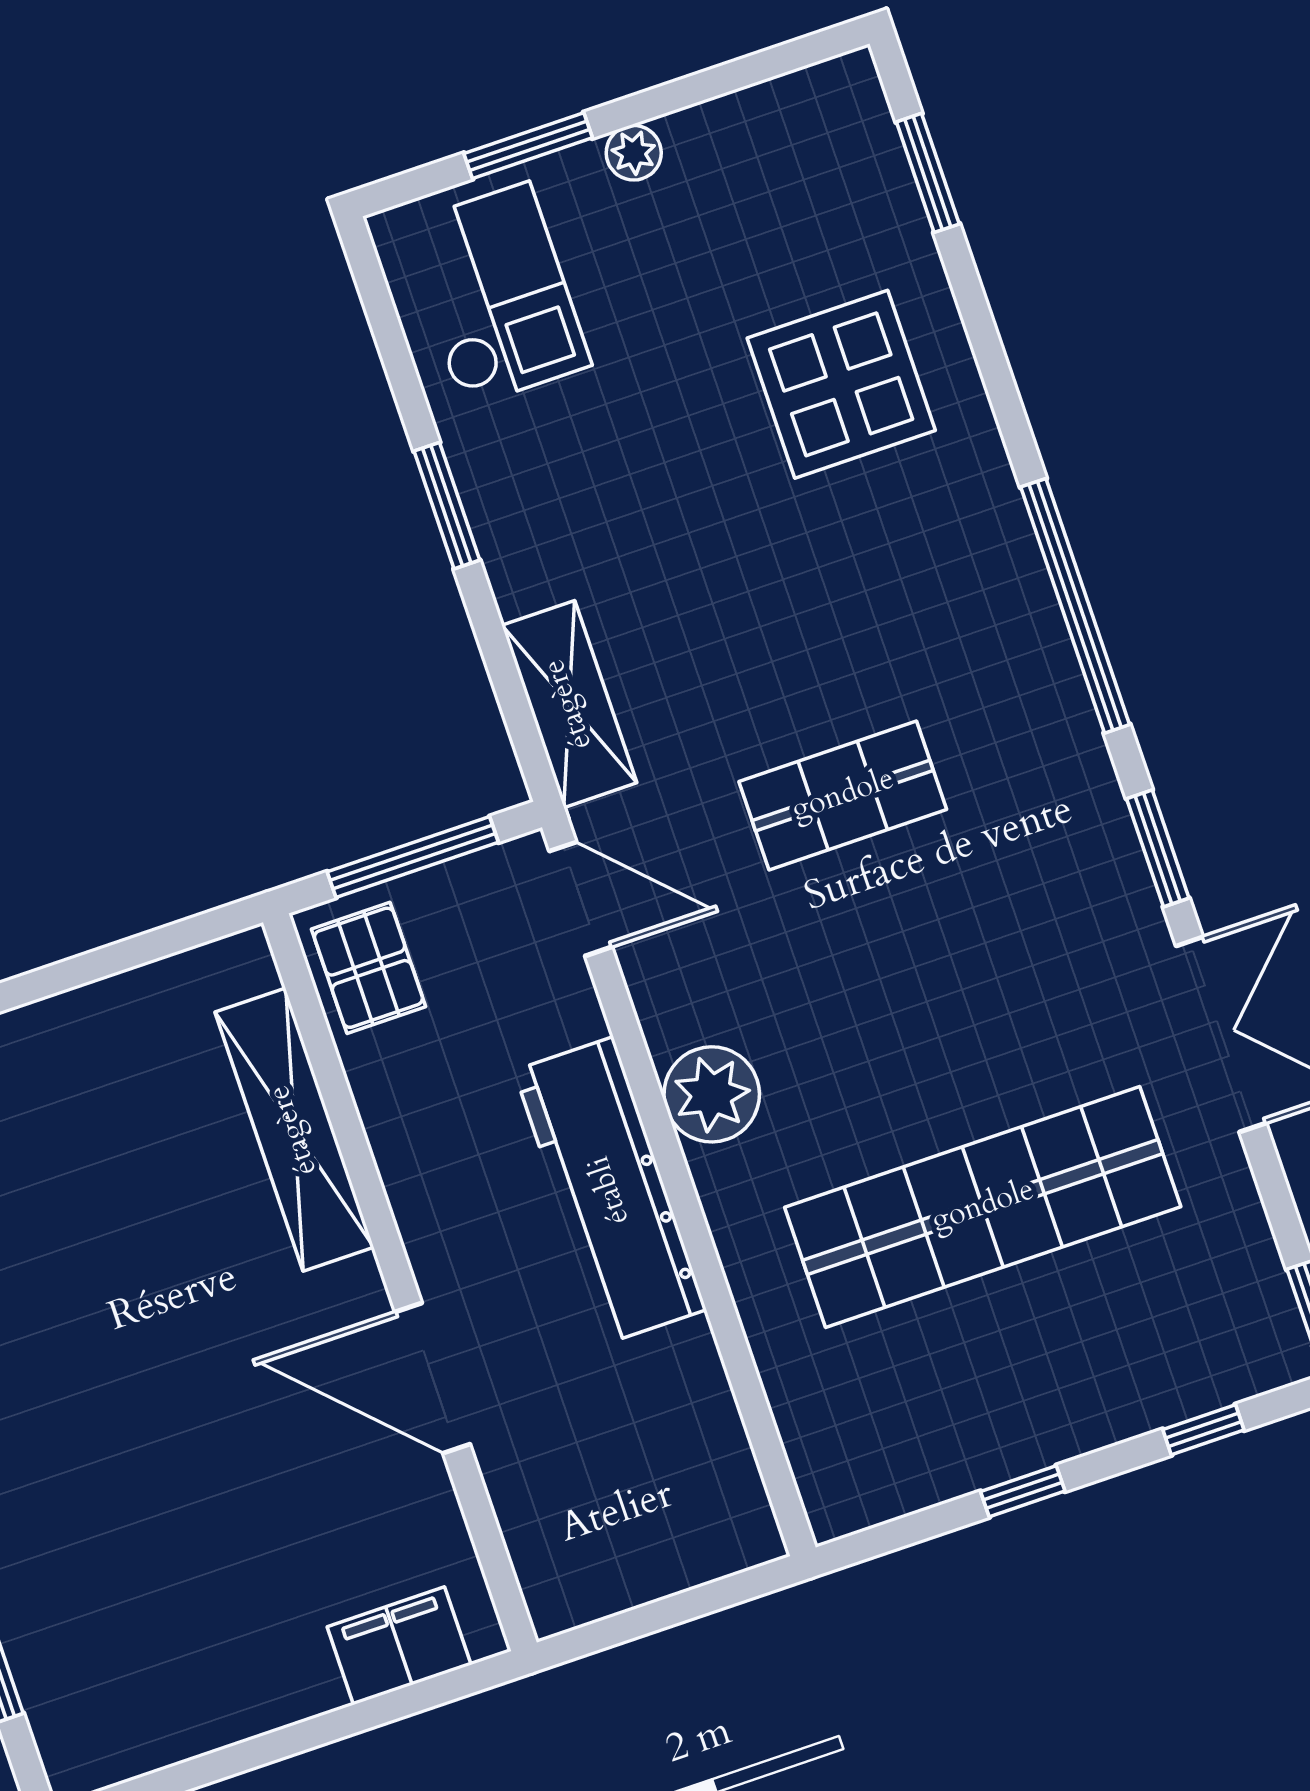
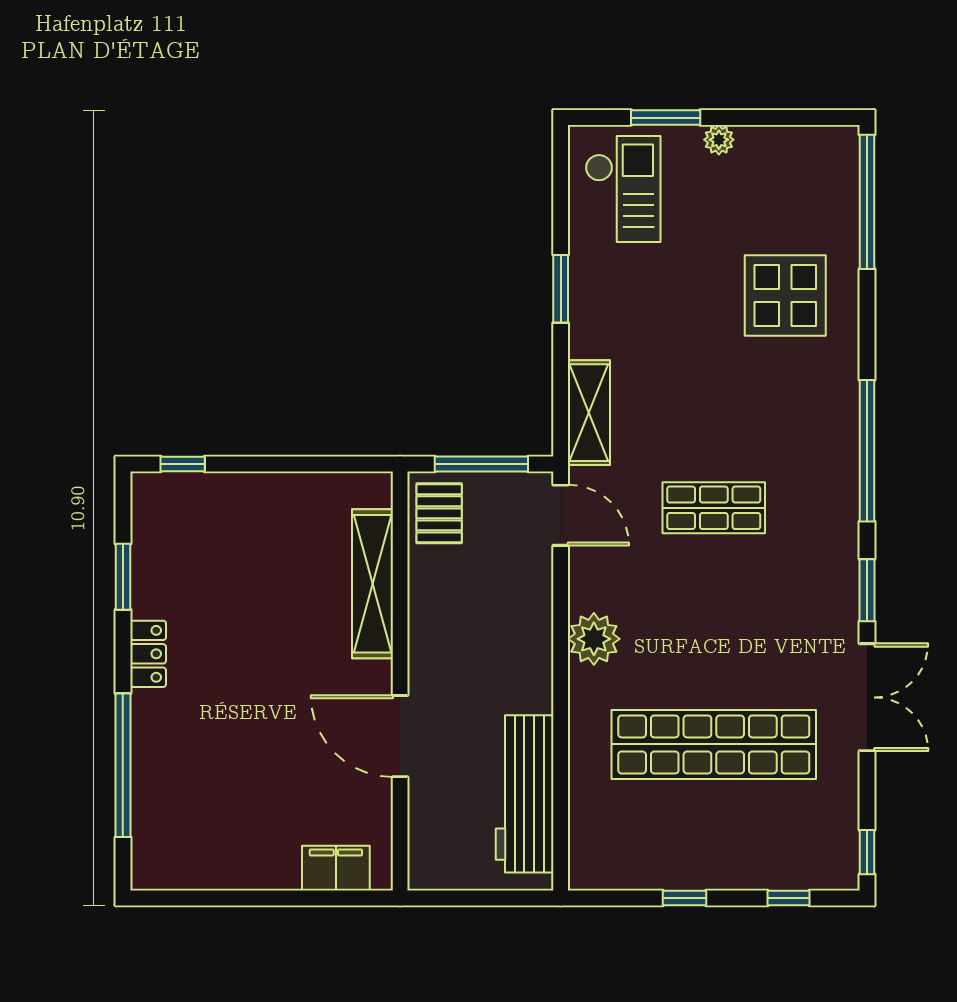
window: (928, 173) -> (867, 202), width x2.11
workbench: (610, 1190) -> (525, 794), moved

